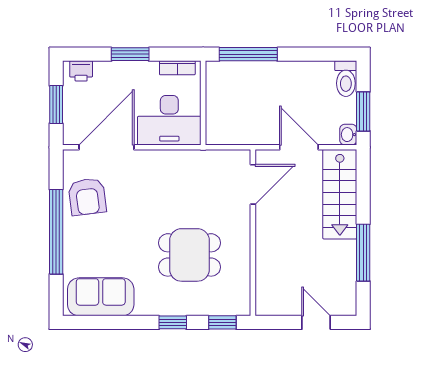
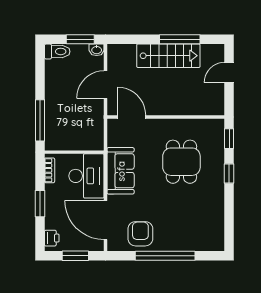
stairs: (340, 194) -> (168, 56), moved
armchair: (87, 197) -> (140, 234), turned -83
sofa: (101, 297) -> (121, 171), moved, turned 180

